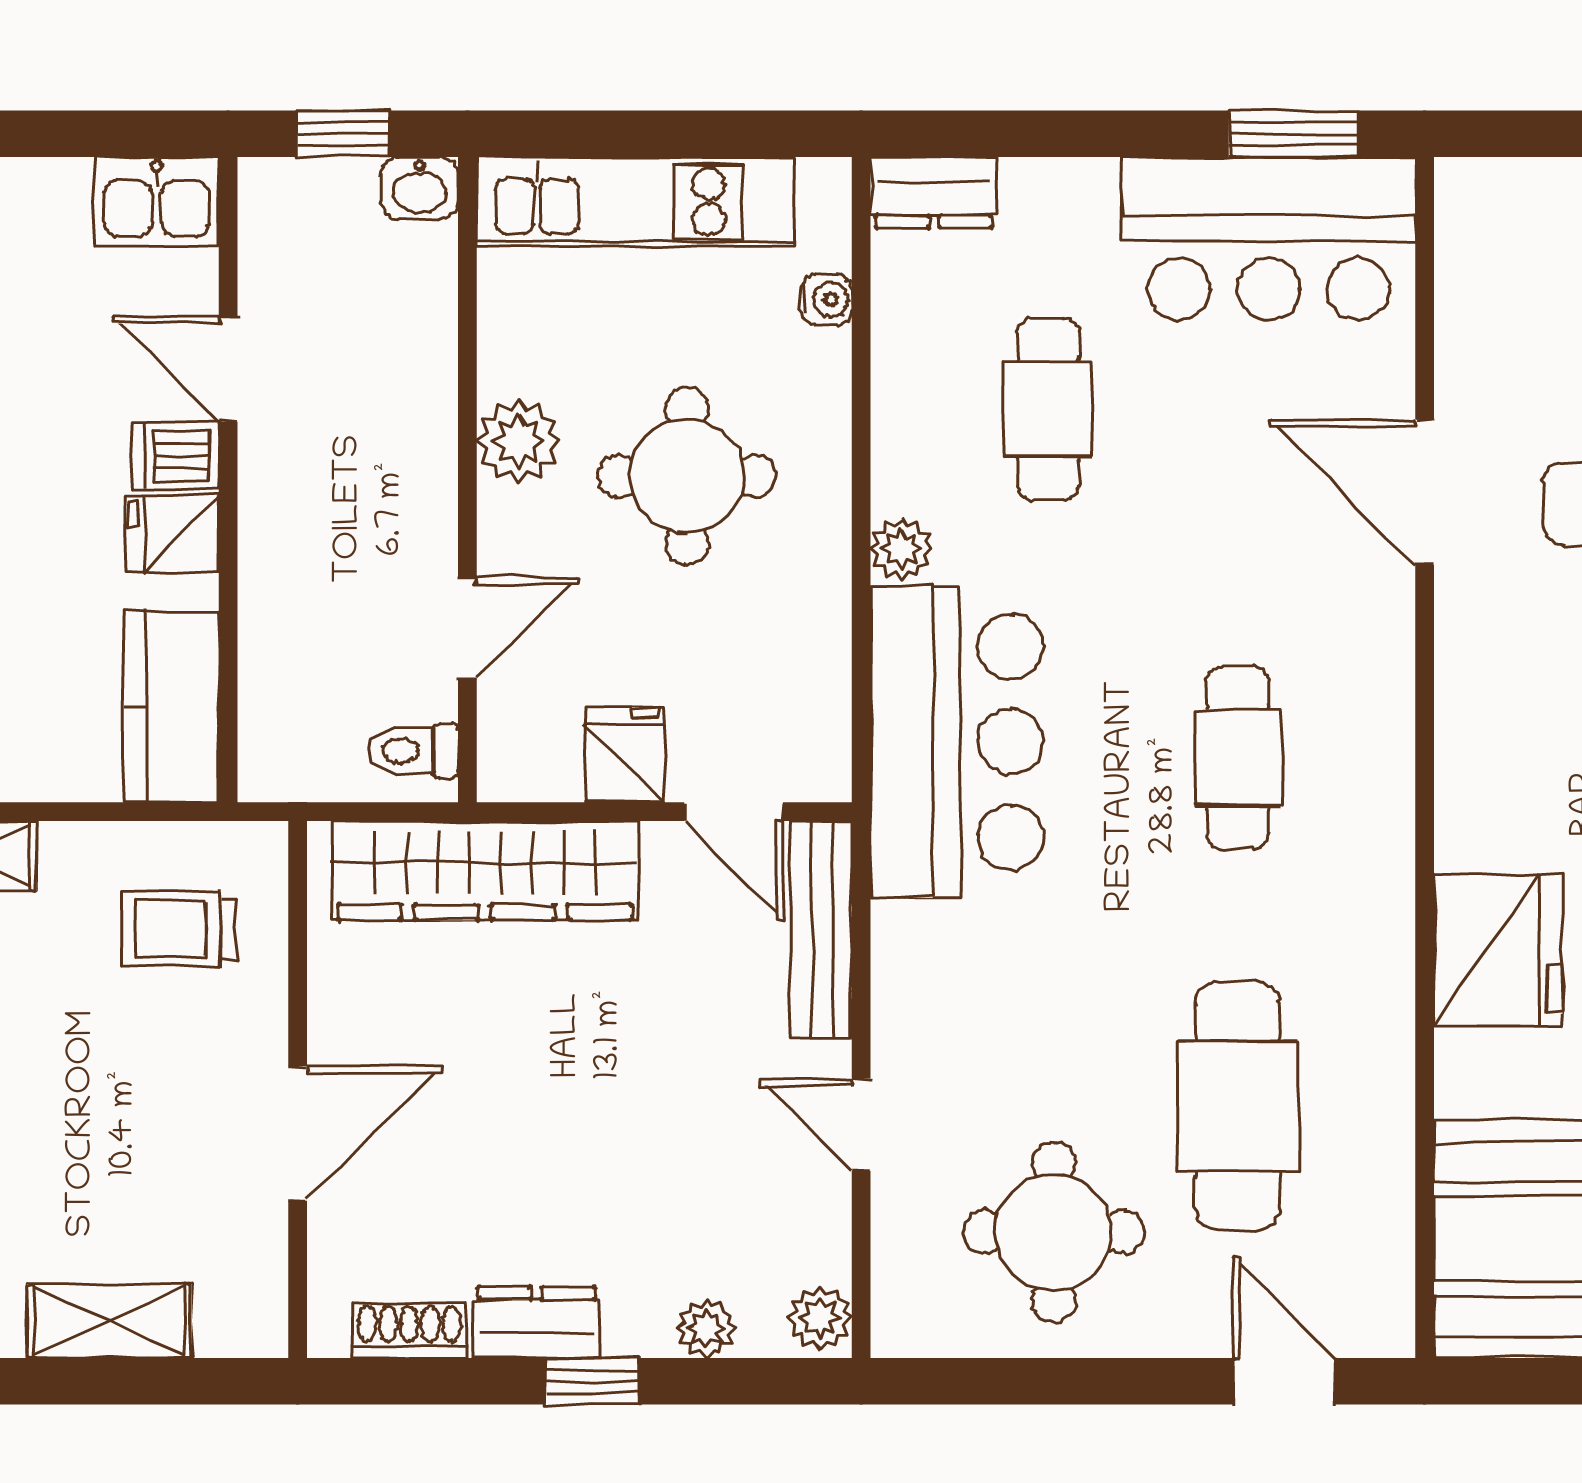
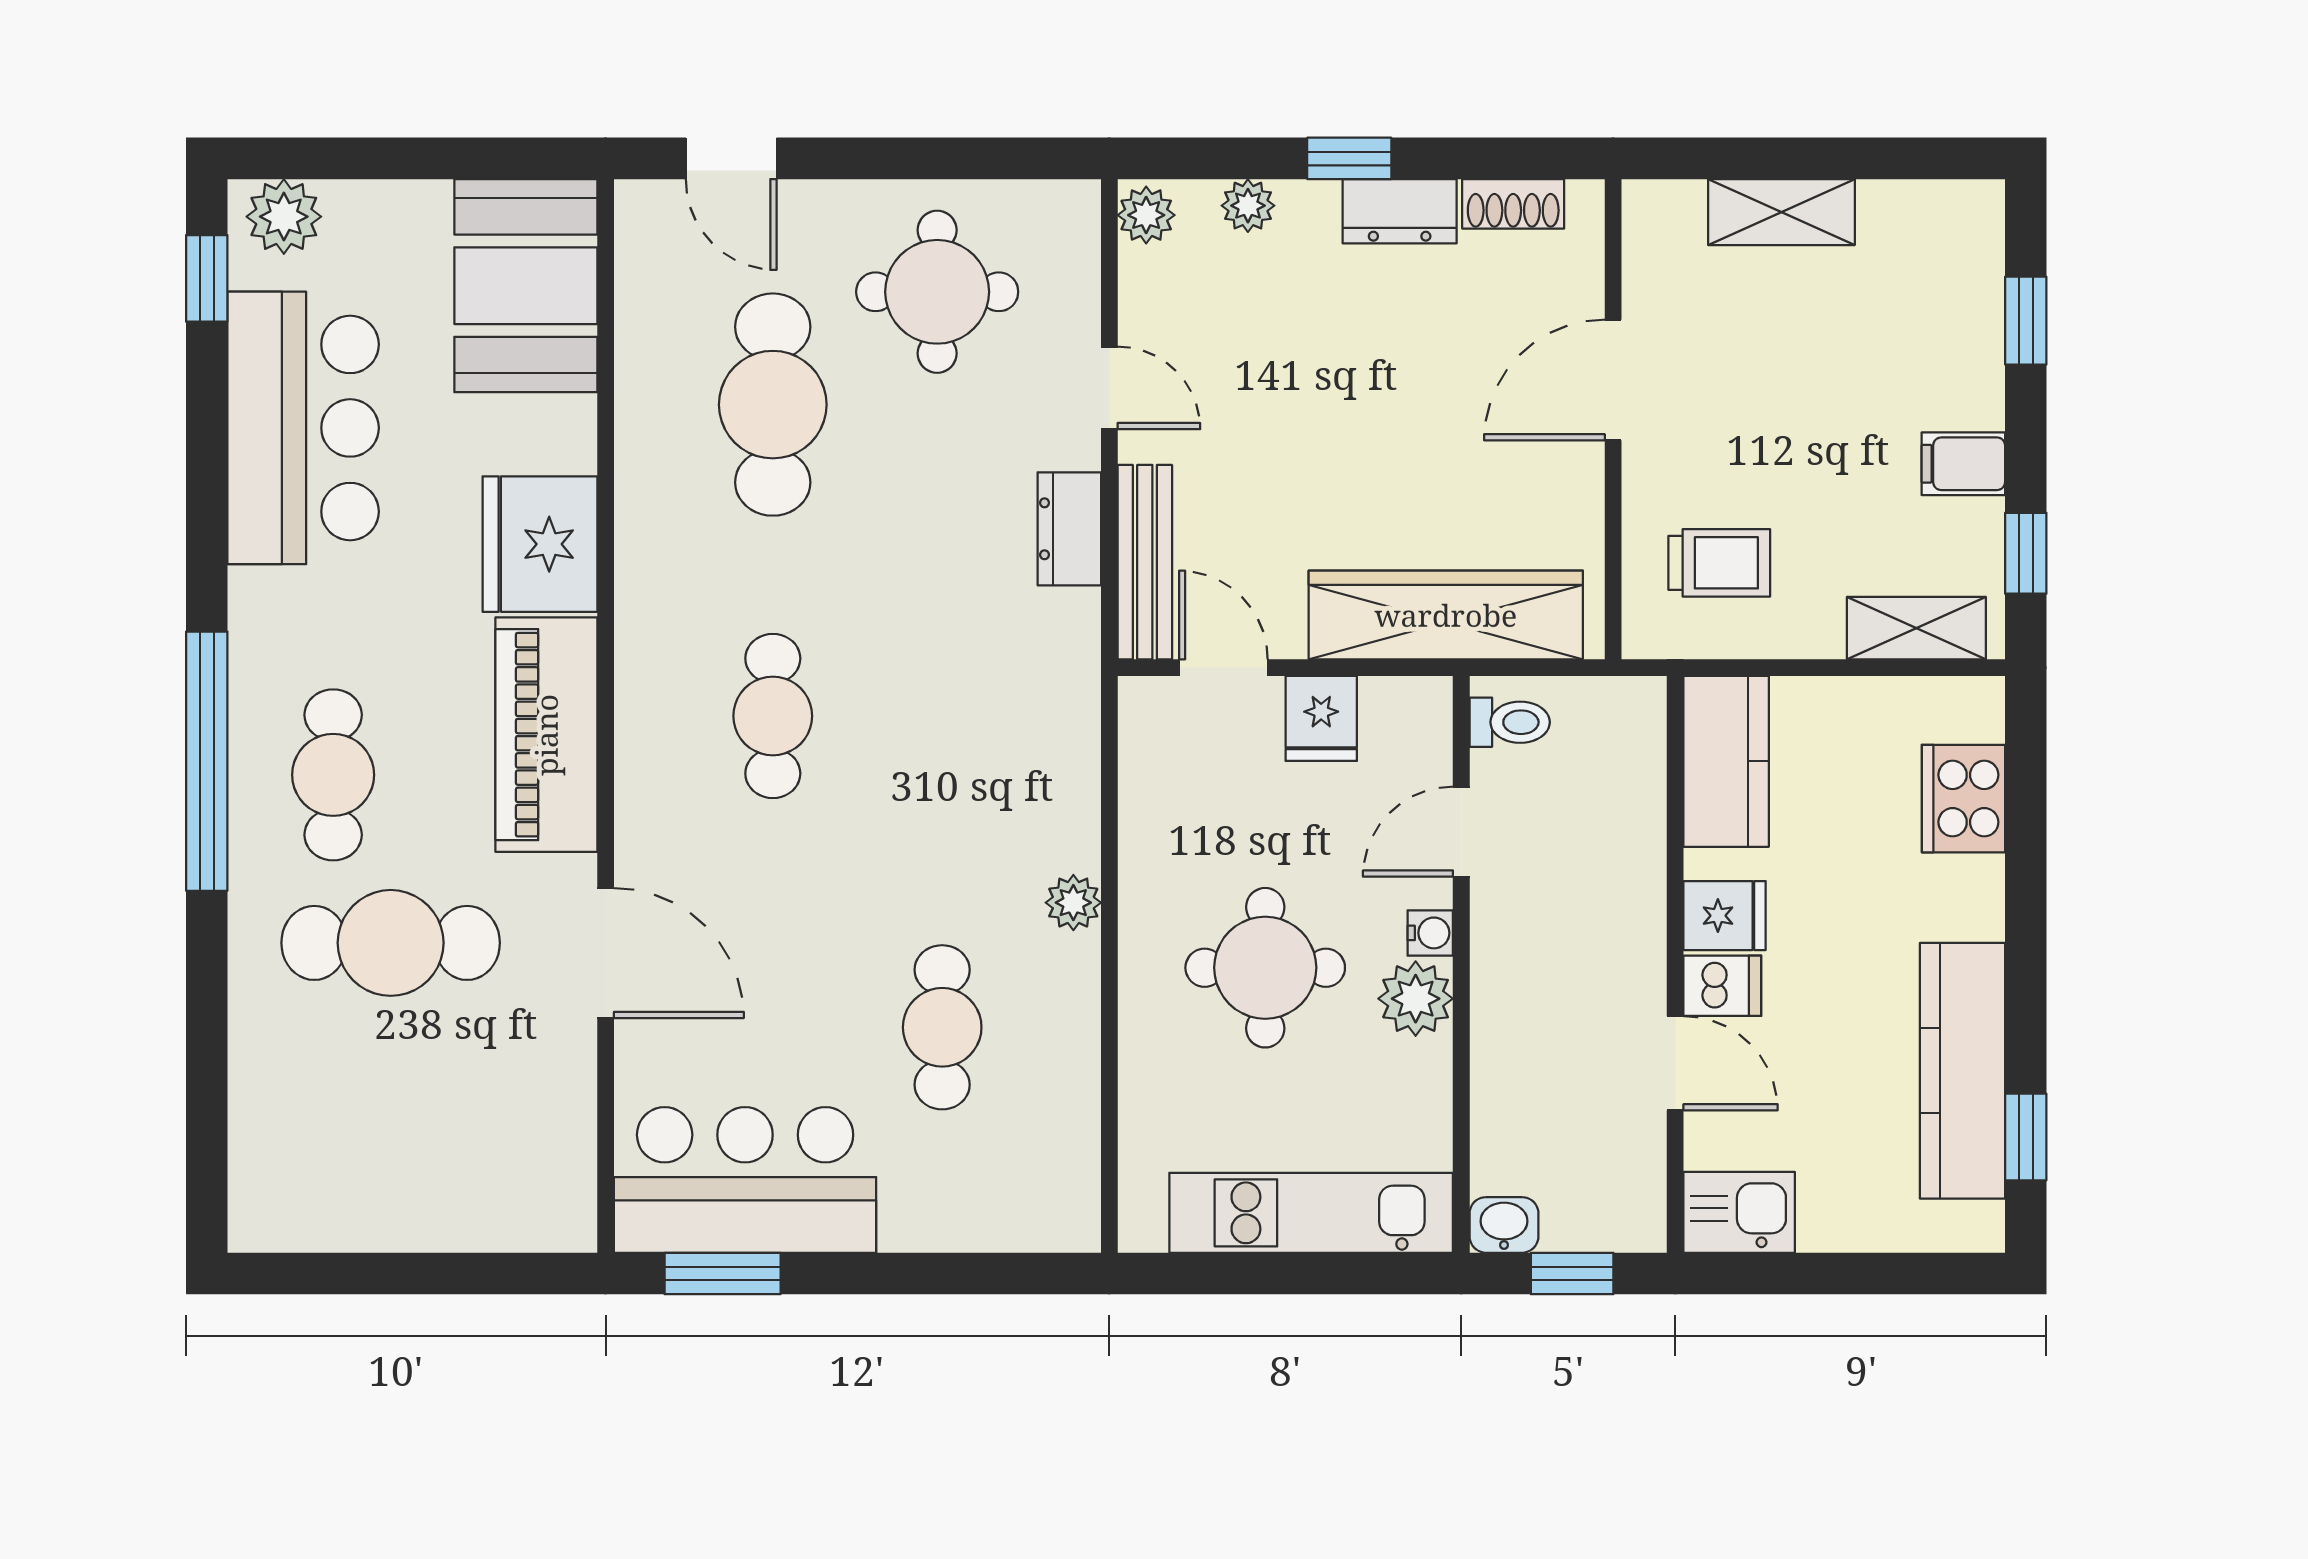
dresser: (934, 193) -> (1069, 529), moved, turned -90
water cooler: (826, 300) -> (1430, 933), moved, turned 180
piano: (1491, 737) -> (546, 735), added
bar counter: (957, 742) -> (1024, 730), removed

